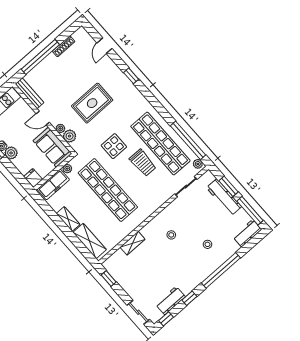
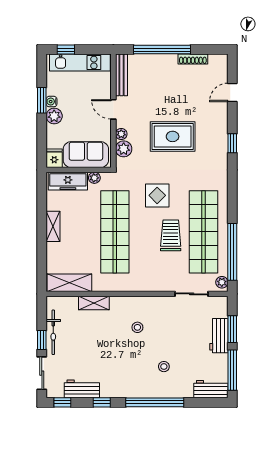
sofa: (52, 147) -> (86, 155), moved, turned 90
trolley: (143, 163) -> (171, 235), turned 180
workbench: (224, 197) -> (219, 336), width x0.73
shelving: (90, 241) -> (69, 283), moved, turned 90
window: (109, 278) -> (42, 340), moved
bicycle: (124, 282) -> (53, 332), added

